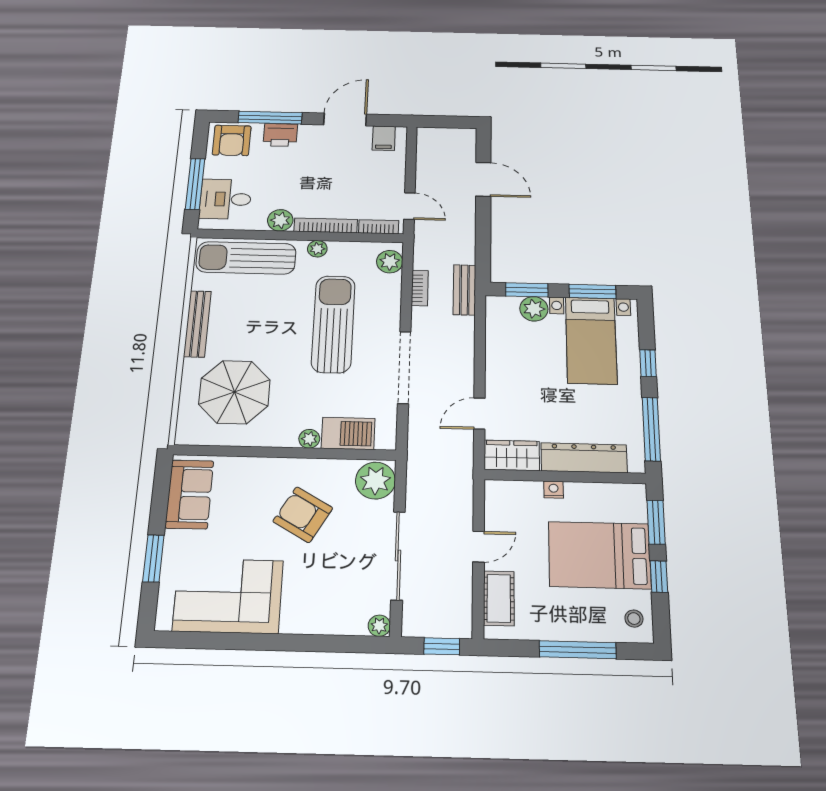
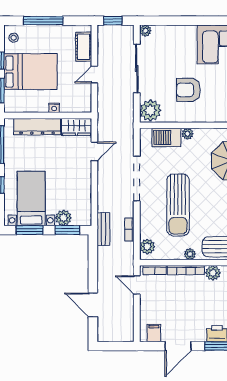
armchair: (303, 515) -> (188, 90), turned 150

